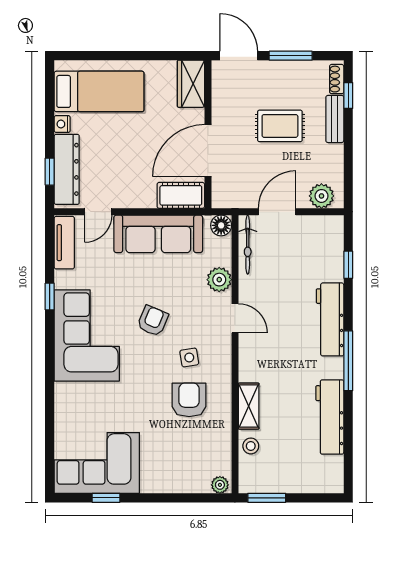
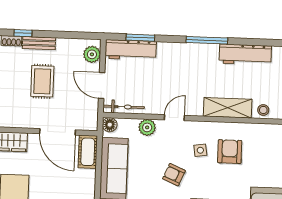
window: (348, 265) -> (140, 38), width x1.50
workbench: (330, 319) -> (131, 50), moved
armchair: (189, 400) -> (230, 152), turned 90
shelving: (249, 406) -> (228, 108), width x1.50, depth x1.33

